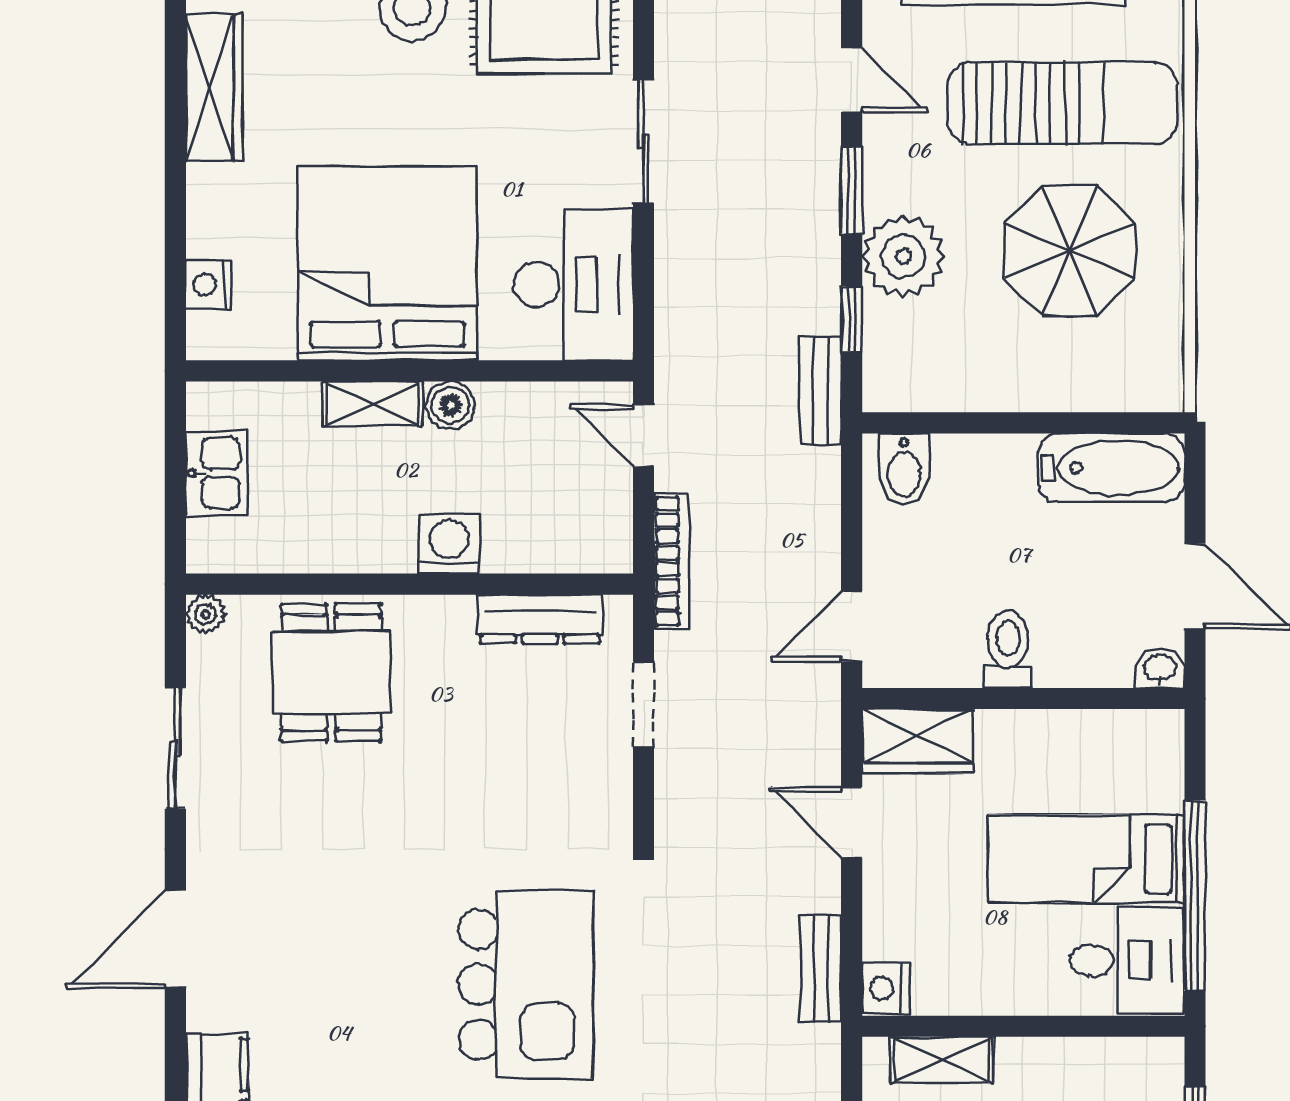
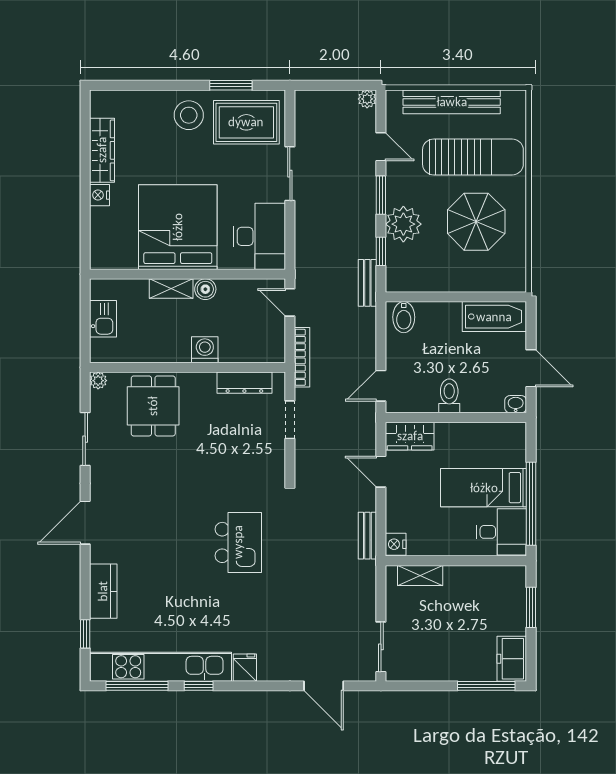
nightstand: (208, 285) -> (100, 195), moved
kitchen island: (526, 984) -> (238, 542), width x0.73, depth x0.78

